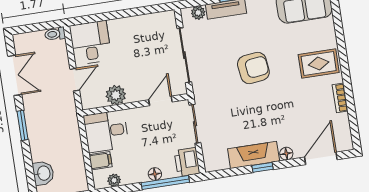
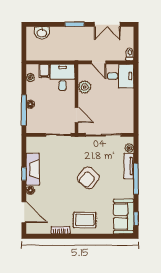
rug: (319, 63) -> (85, 220), turned 90
armchair: (253, 68) -> (88, 178), turned 47
printer: (187, 162) -> (35, 126), removed

